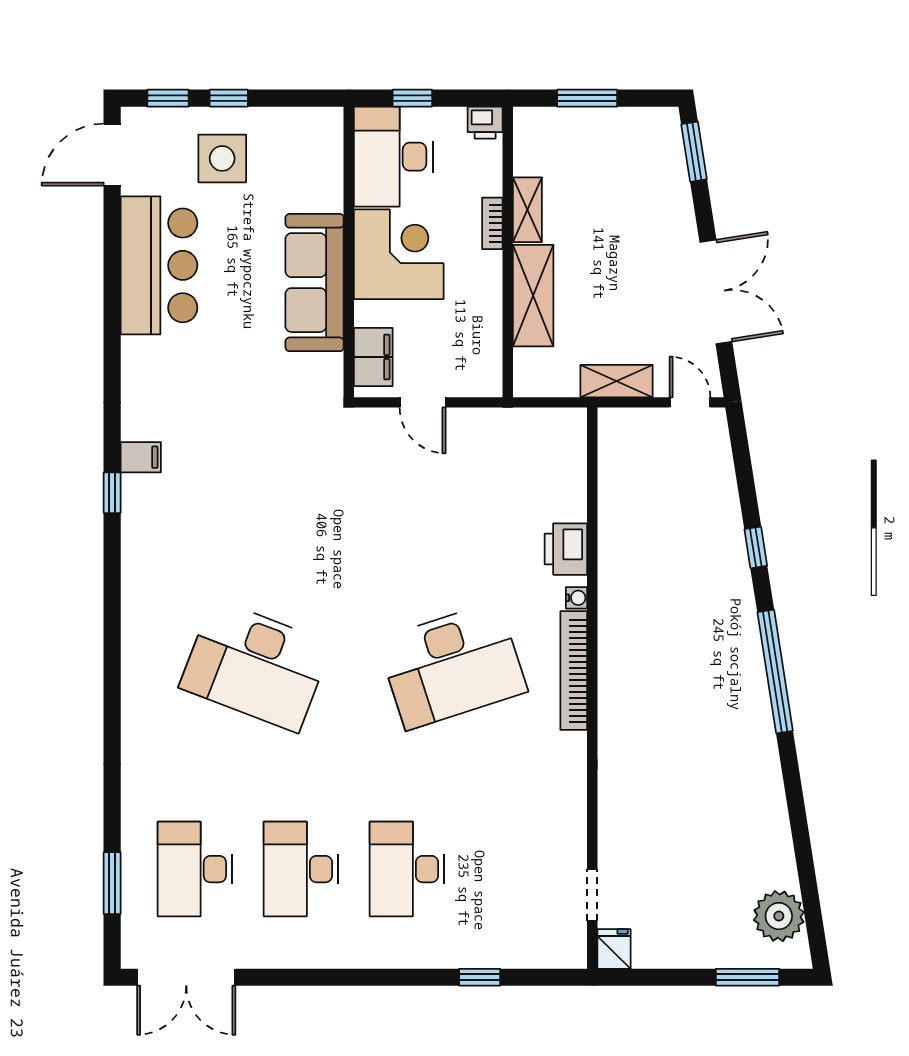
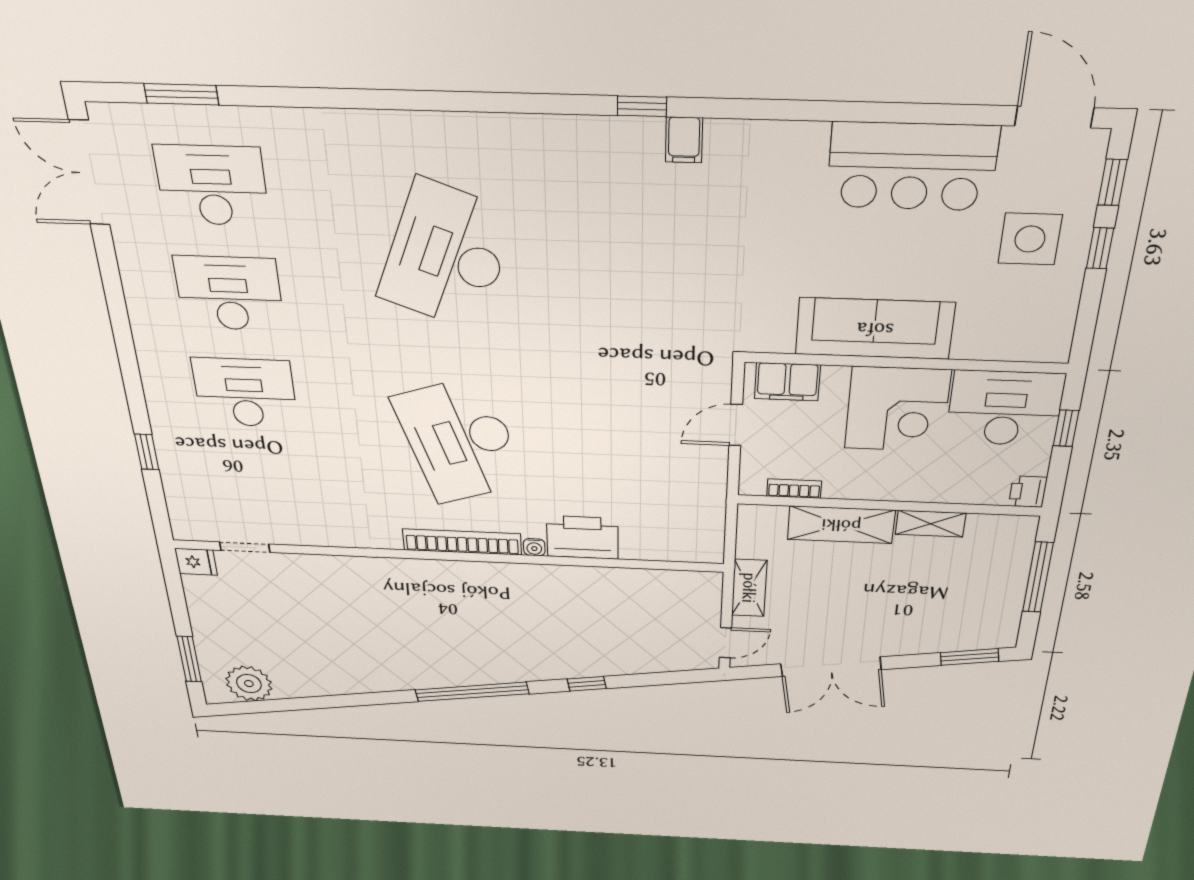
window: (587, 98) -> (1038, 577), width x1.44
bookcase: (492, 223) -> (794, 489), moved
printer: (566, 549) -> (582, 537), width x1.37, depth x1.19

